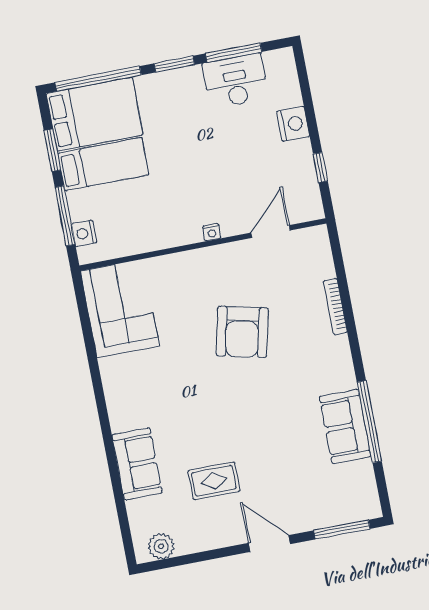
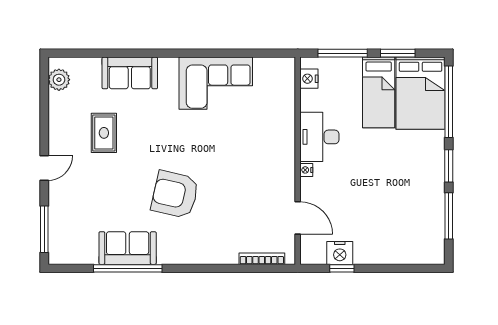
desk: (235, 81) -> (319, 137), moved, turned 180
nightstand: (293, 124) -> (340, 253), moved
nightstand: (84, 233) -> (309, 79), moved, turned -90
bookcase: (335, 307) -> (262, 259), moved
corner sofa: (120, 309) -> (216, 83), moved
armchair: (242, 332) -> (175, 194), moved
door: (269, 544) -> (44, 168), width x0.73

